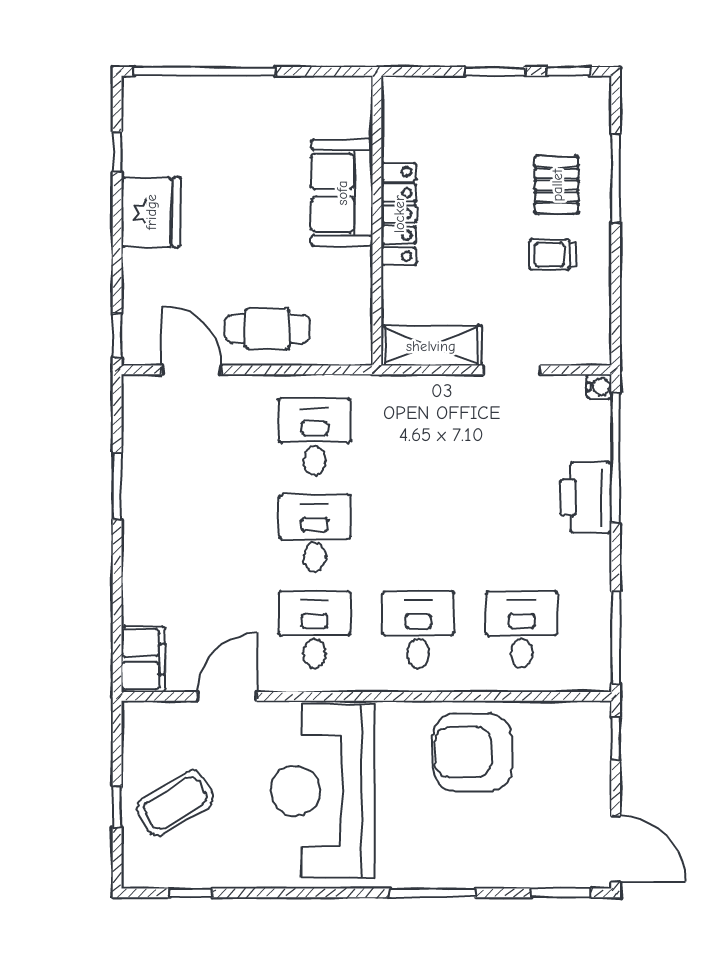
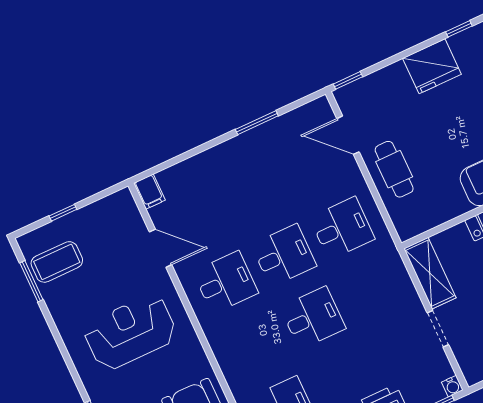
door: (192, 370) -> (348, 135), swing flipped
desk: (418, 629) -> (313, 318), moved
filing cabinet: (143, 659) -> (149, 192), width x0.50
reception desk: (322, 791) -> (130, 332), width x0.74, depth x0.77
coffee table: (175, 803) -> (57, 262), moved, turned -59
window: (191, 893) -> (31, 281), width x1.50

